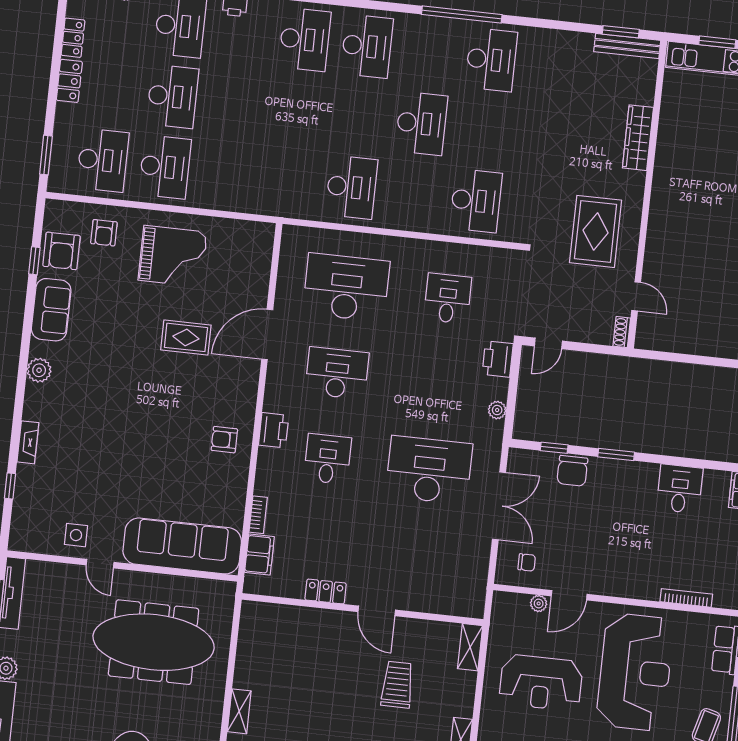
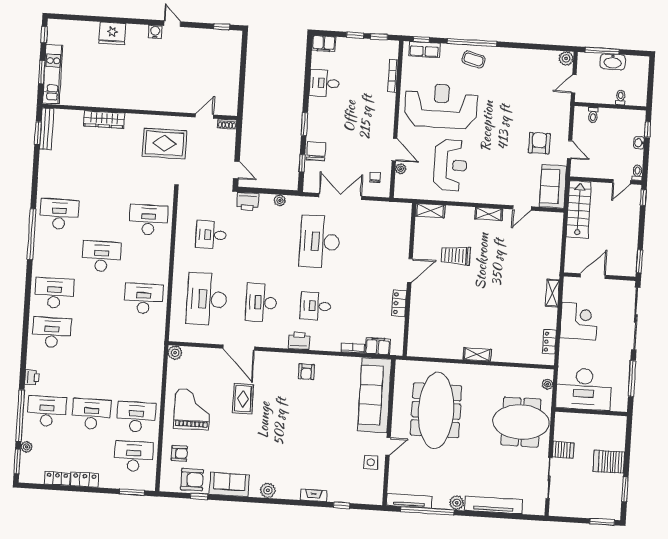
plant: (264, 233) -> (175, 353), added
chair: (572, 471) -> (316, 151), turned -90

